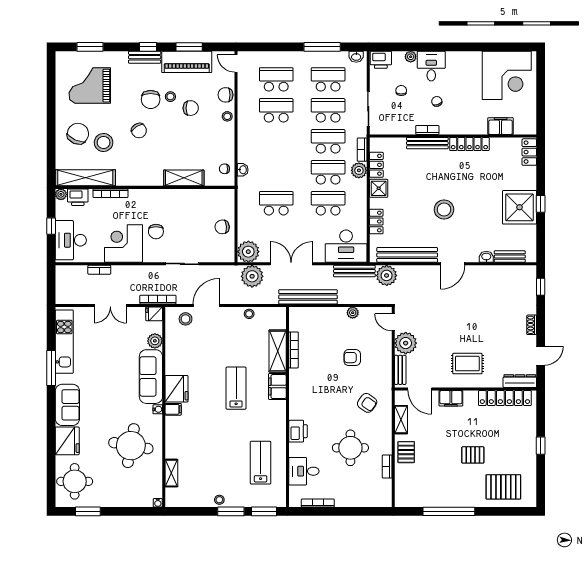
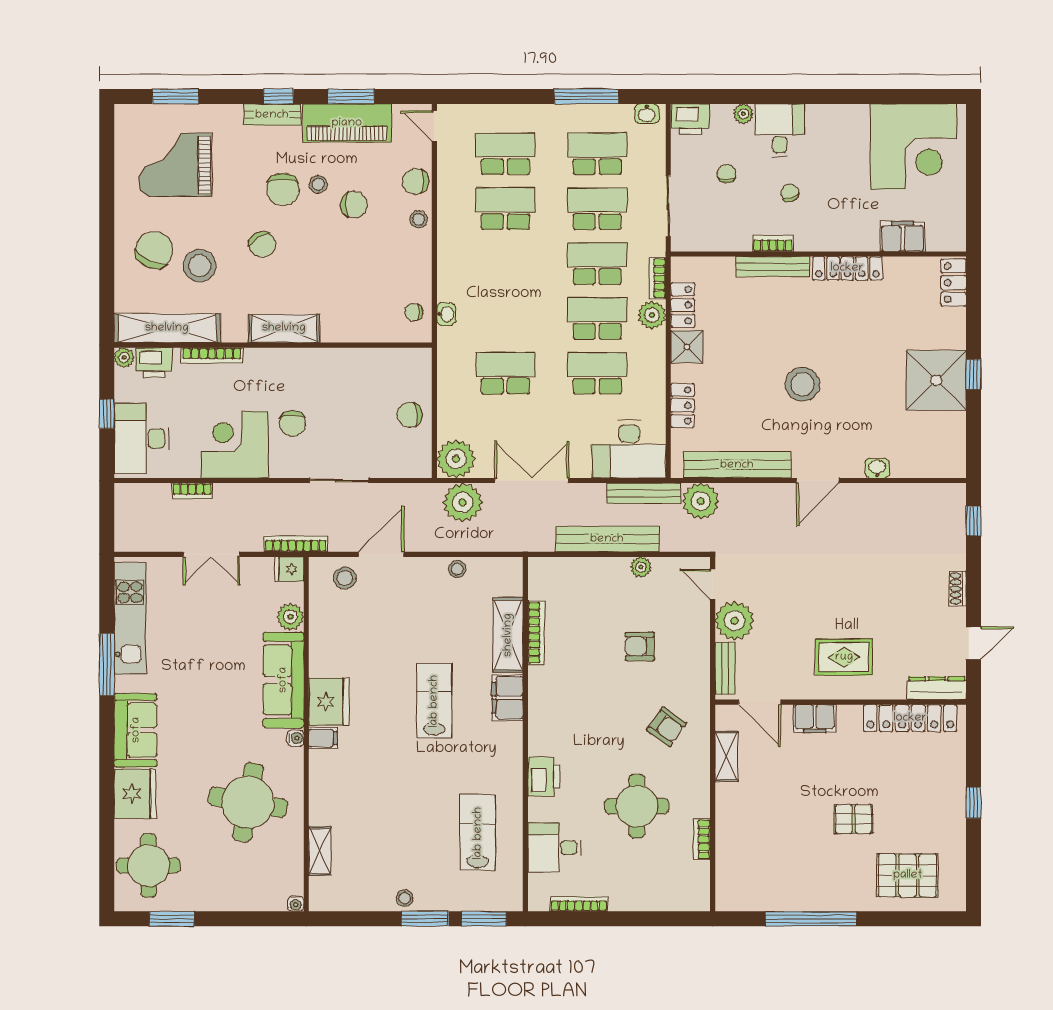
shelving: (184, 178) -> (284, 328), moved
bench: (510, 257) -> (919, 468), removed
bench: (308, 297) -> (607, 539), moved
pallet: (406, 452) -> (735, 814), removed

